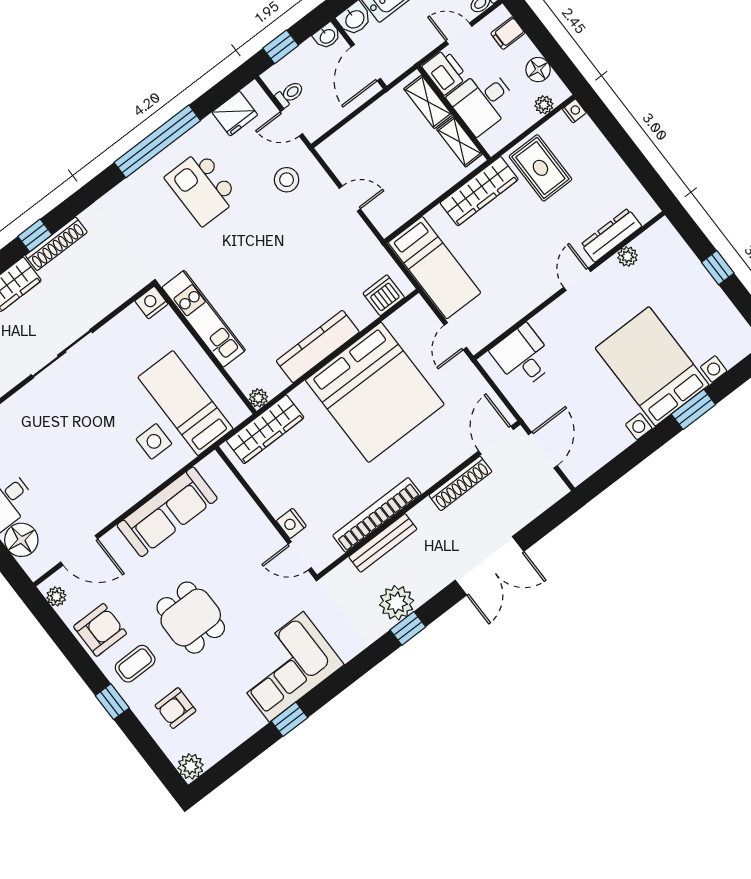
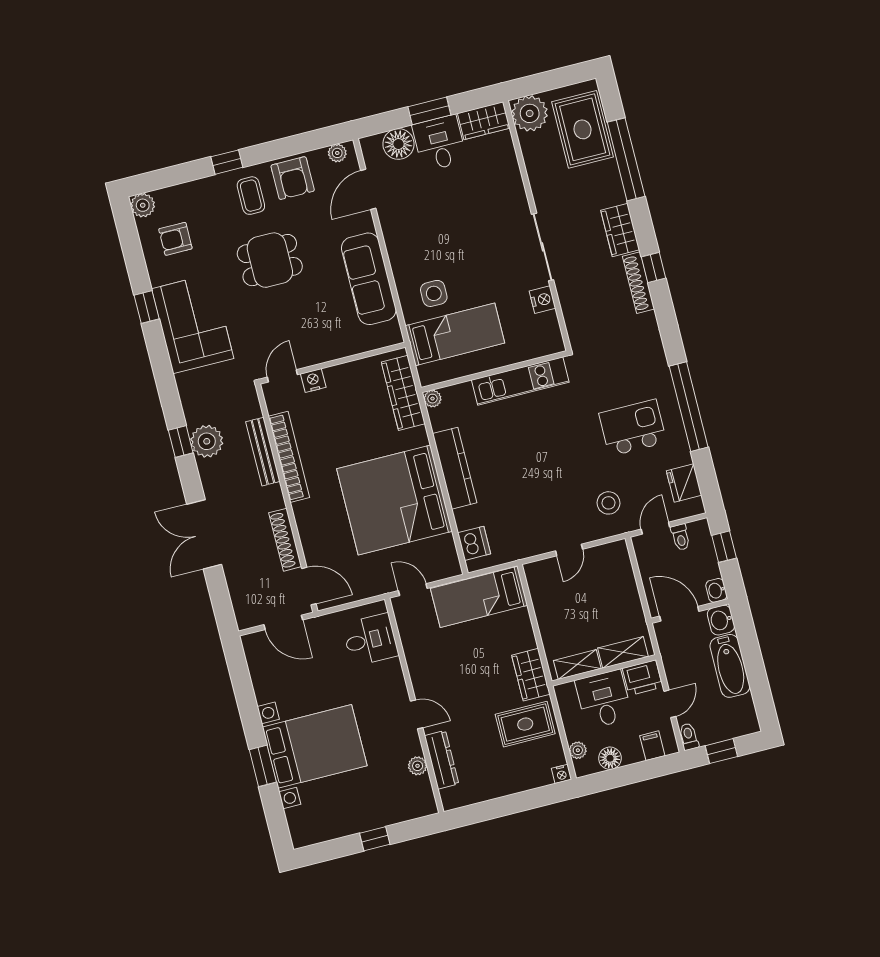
wardrobe: (479, 191) -> (531, 675), width x0.67
nightstand: (151, 303) -> (542, 300), moved
armchair: (176, 708) -> (175, 239), moved, turned -90

